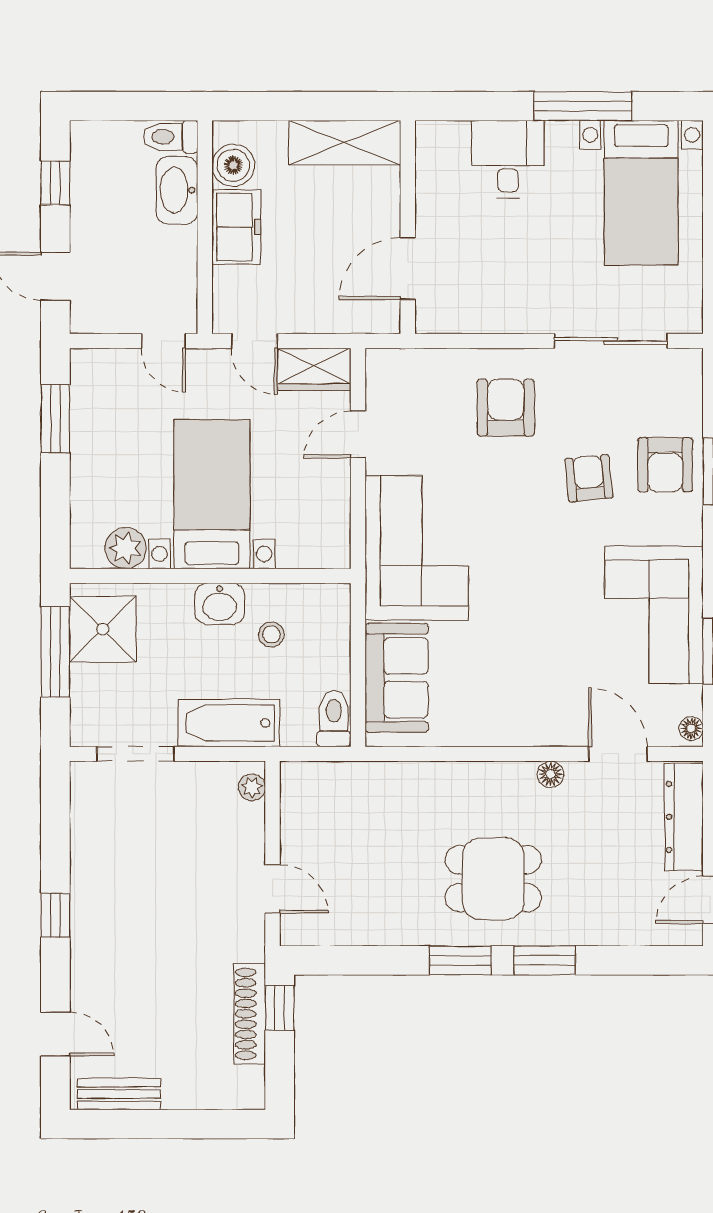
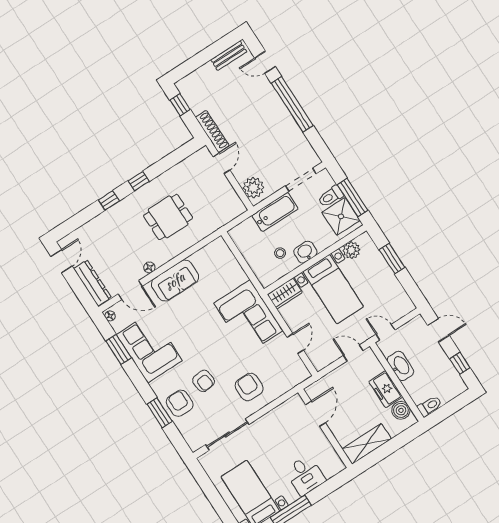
washbasin: (177, 190) -> (400, 366), moved
wardrobe: (314, 369) -> (285, 294), moved, turned 180
armchair: (506, 408) -> (249, 387), turned 180
window: (55, 419) -> (392, 259), moved
sofa: (397, 678) -> (175, 281), moved, turned -90
toilet: (334, 719) -> (331, 196), moved, turned 90
plant: (252, 787) -> (253, 188), width x1.88, depth x1.88
dining table: (493, 879) -> (168, 217), moved
door: (272, 889) -> (221, 163), swing flipped
window: (55, 915) -> (292, 104), width x3.17
window: (460, 960) -> (139, 181), width x0.67
window: (545, 960) -> (109, 200), width x0.67
window: (280, 1008) -> (180, 105), moved
shoe rack: (250, 1014) -> (212, 131), moved

